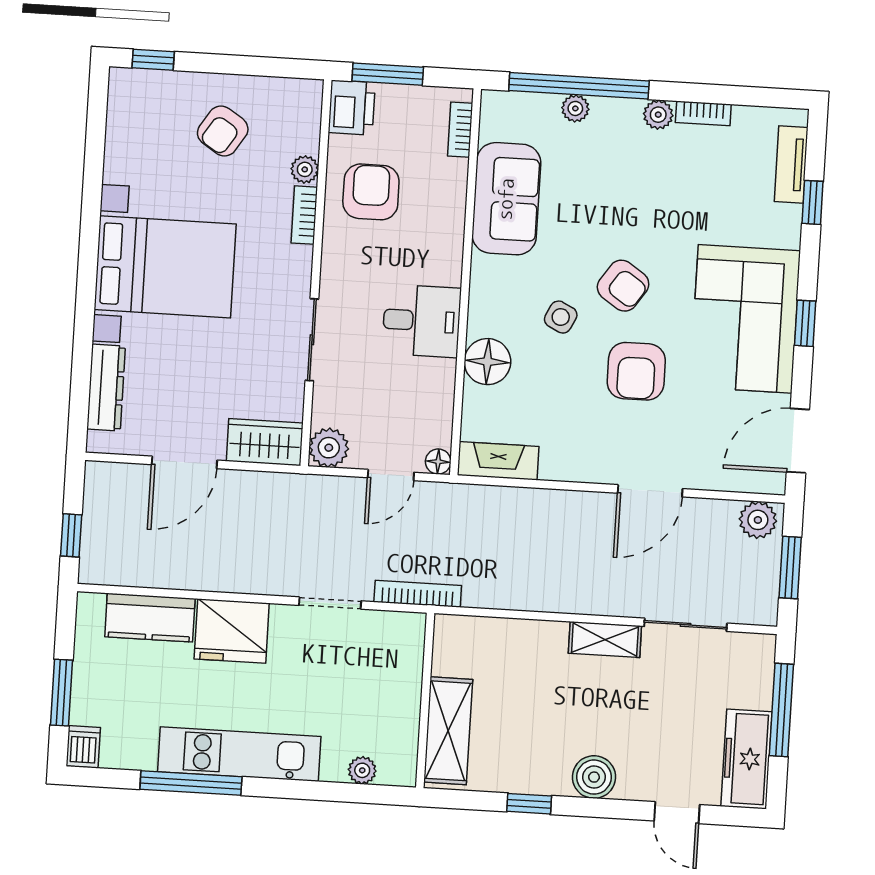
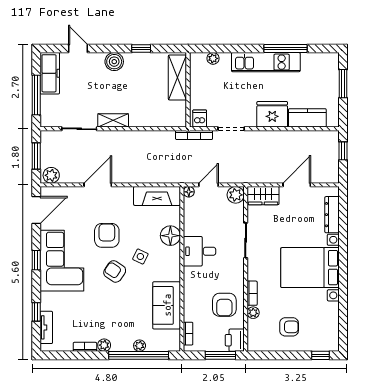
armchair: (223, 131) -> (289, 327), turned 57
fireplace: (498, 461) -> (157, 196), width x1.37, depth x1.32
dishwasher: (83, 747) -> (200, 118), moved, turned 180

